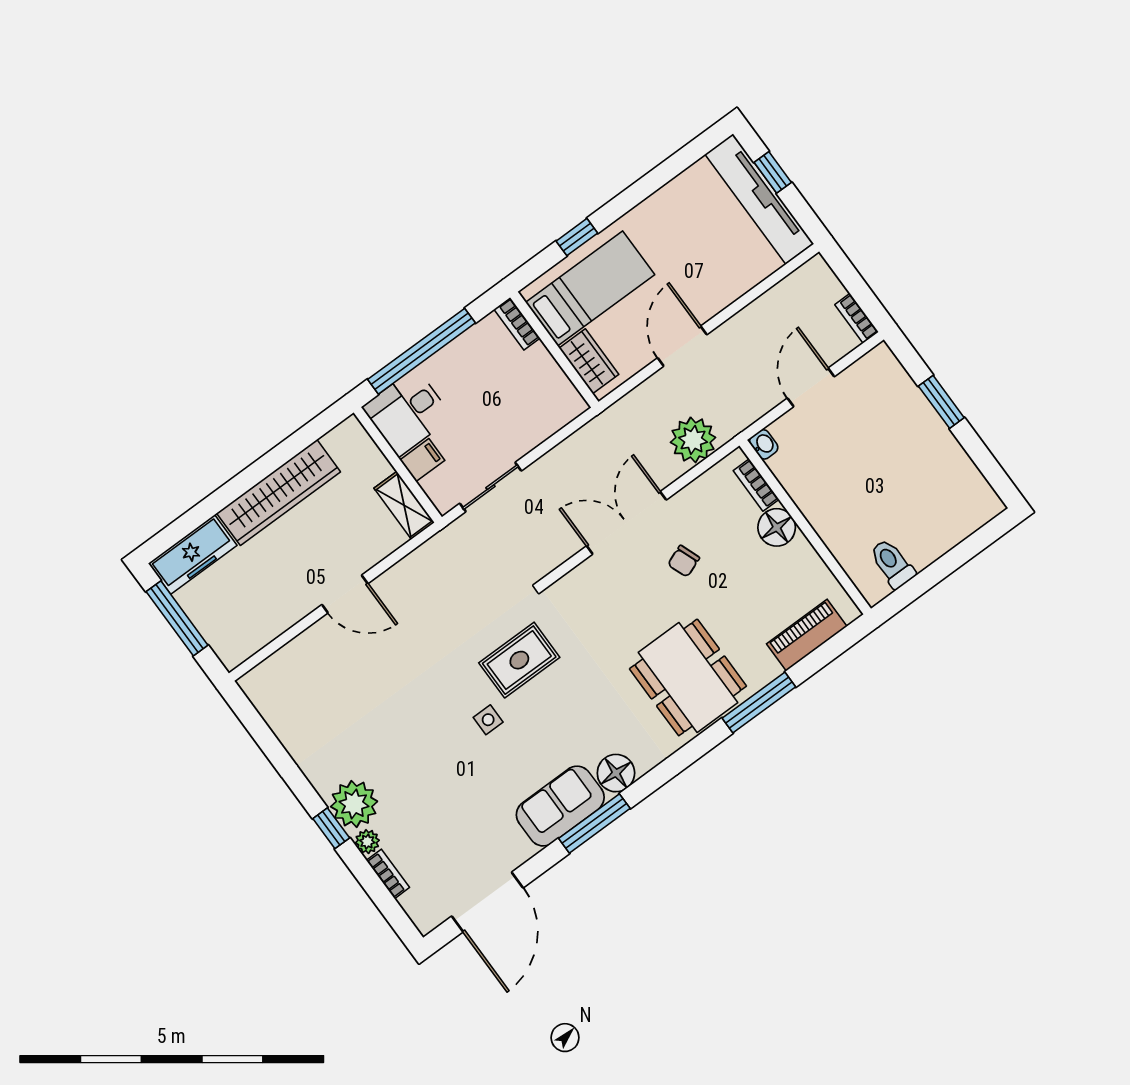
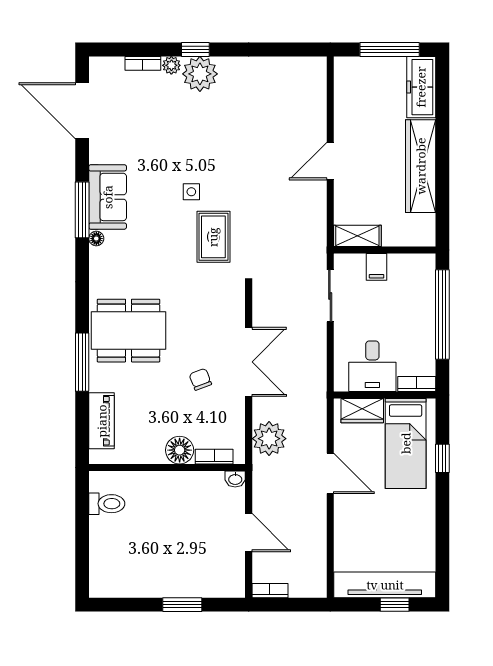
desk: (407, 412) -> (372, 366), moved, turned 180
floor lamp: (616, 773) -> (96, 239), width x0.53, depth x0.53

